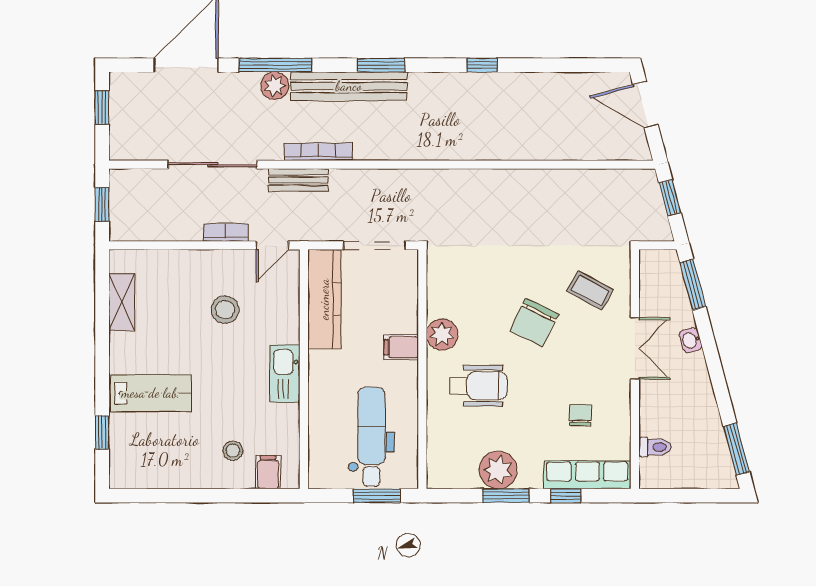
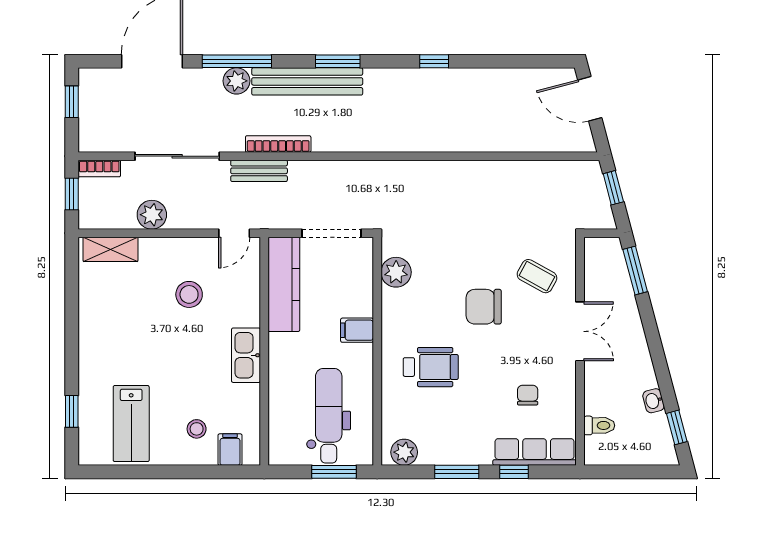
plant: (186, 226) -> (152, 215), added
bookcase: (226, 232) -> (99, 168), moved, turned 180
shelving: (122, 302) -> (110, 249), moved, turned 90
chair: (534, 322) -> (484, 307), turned 64
plant: (442, 334) -> (396, 272), moved
washbasin: (691, 340) -> (653, 401), moved
lab bench: (151, 393) -> (131, 424), moved, turned 90
window: (736, 449) -> (677, 427), width x0.67
plant: (498, 470) -> (404, 452), moved, width x0.73, depth x0.73

